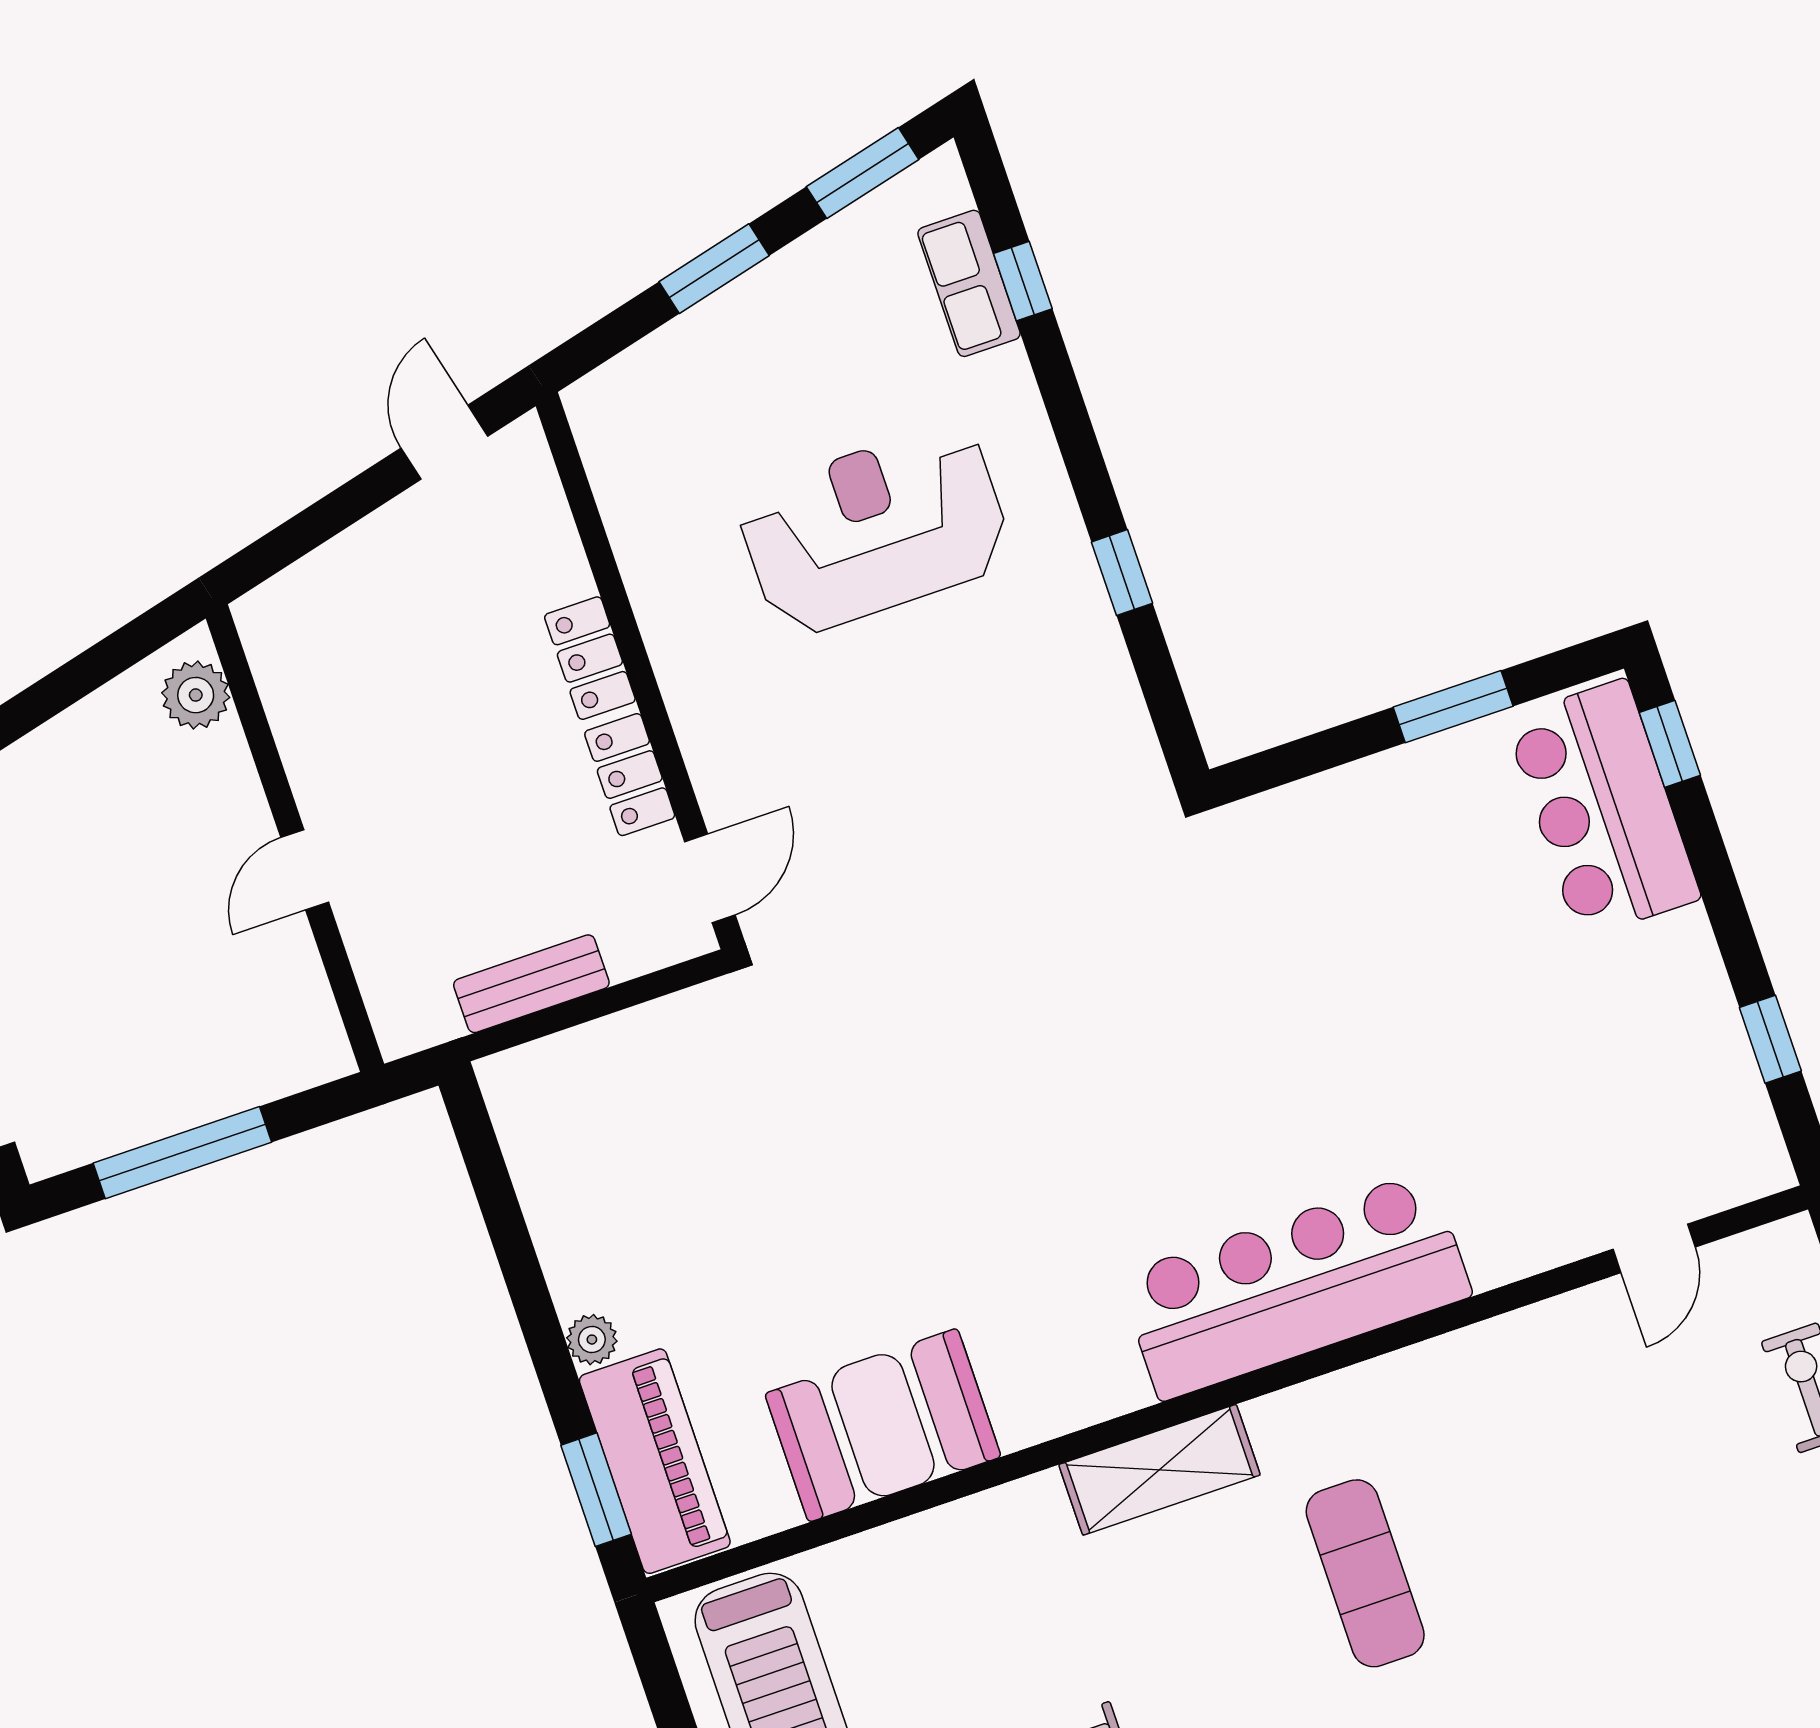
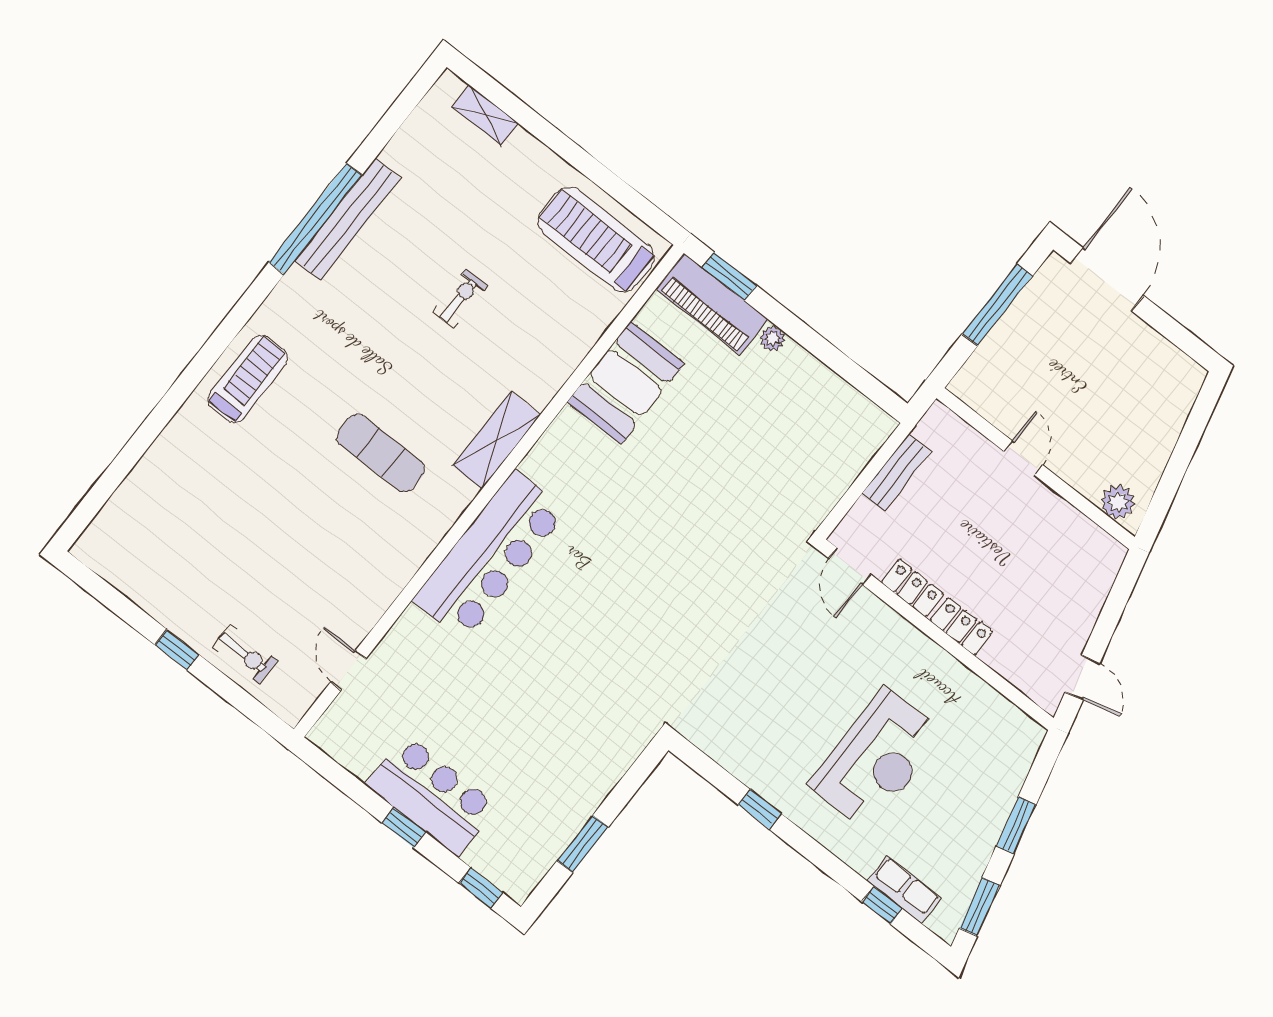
bar counter: (1603, 809) -> (432, 795), moved
window: (1770, 1039) -> (404, 827), moved

